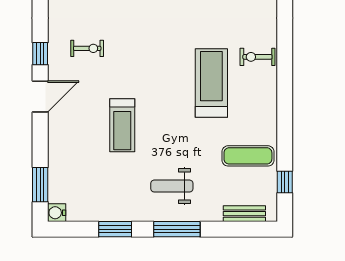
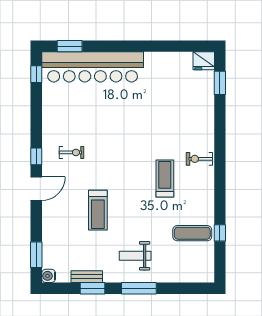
treadmill: (211, 83) -> (165, 179), width x0.73, depth x0.73
window: (285, 182) -> (220, 233), moved
bench: (244, 214) -> (87, 277), moved

